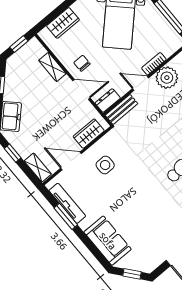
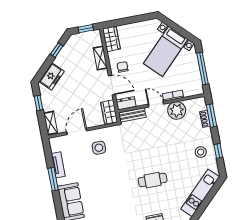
wardrobe: (63, 23) -> (111, 39), moved, turned -90
wardrobe: (89, 134) -> (109, 112), moved, turned -90
door: (71, 161) -> (77, 131), hinge flipped
tv unit: (67, 203) -> (58, 165), width x0.71
window: (66, 216) -> (53, 179), moved

